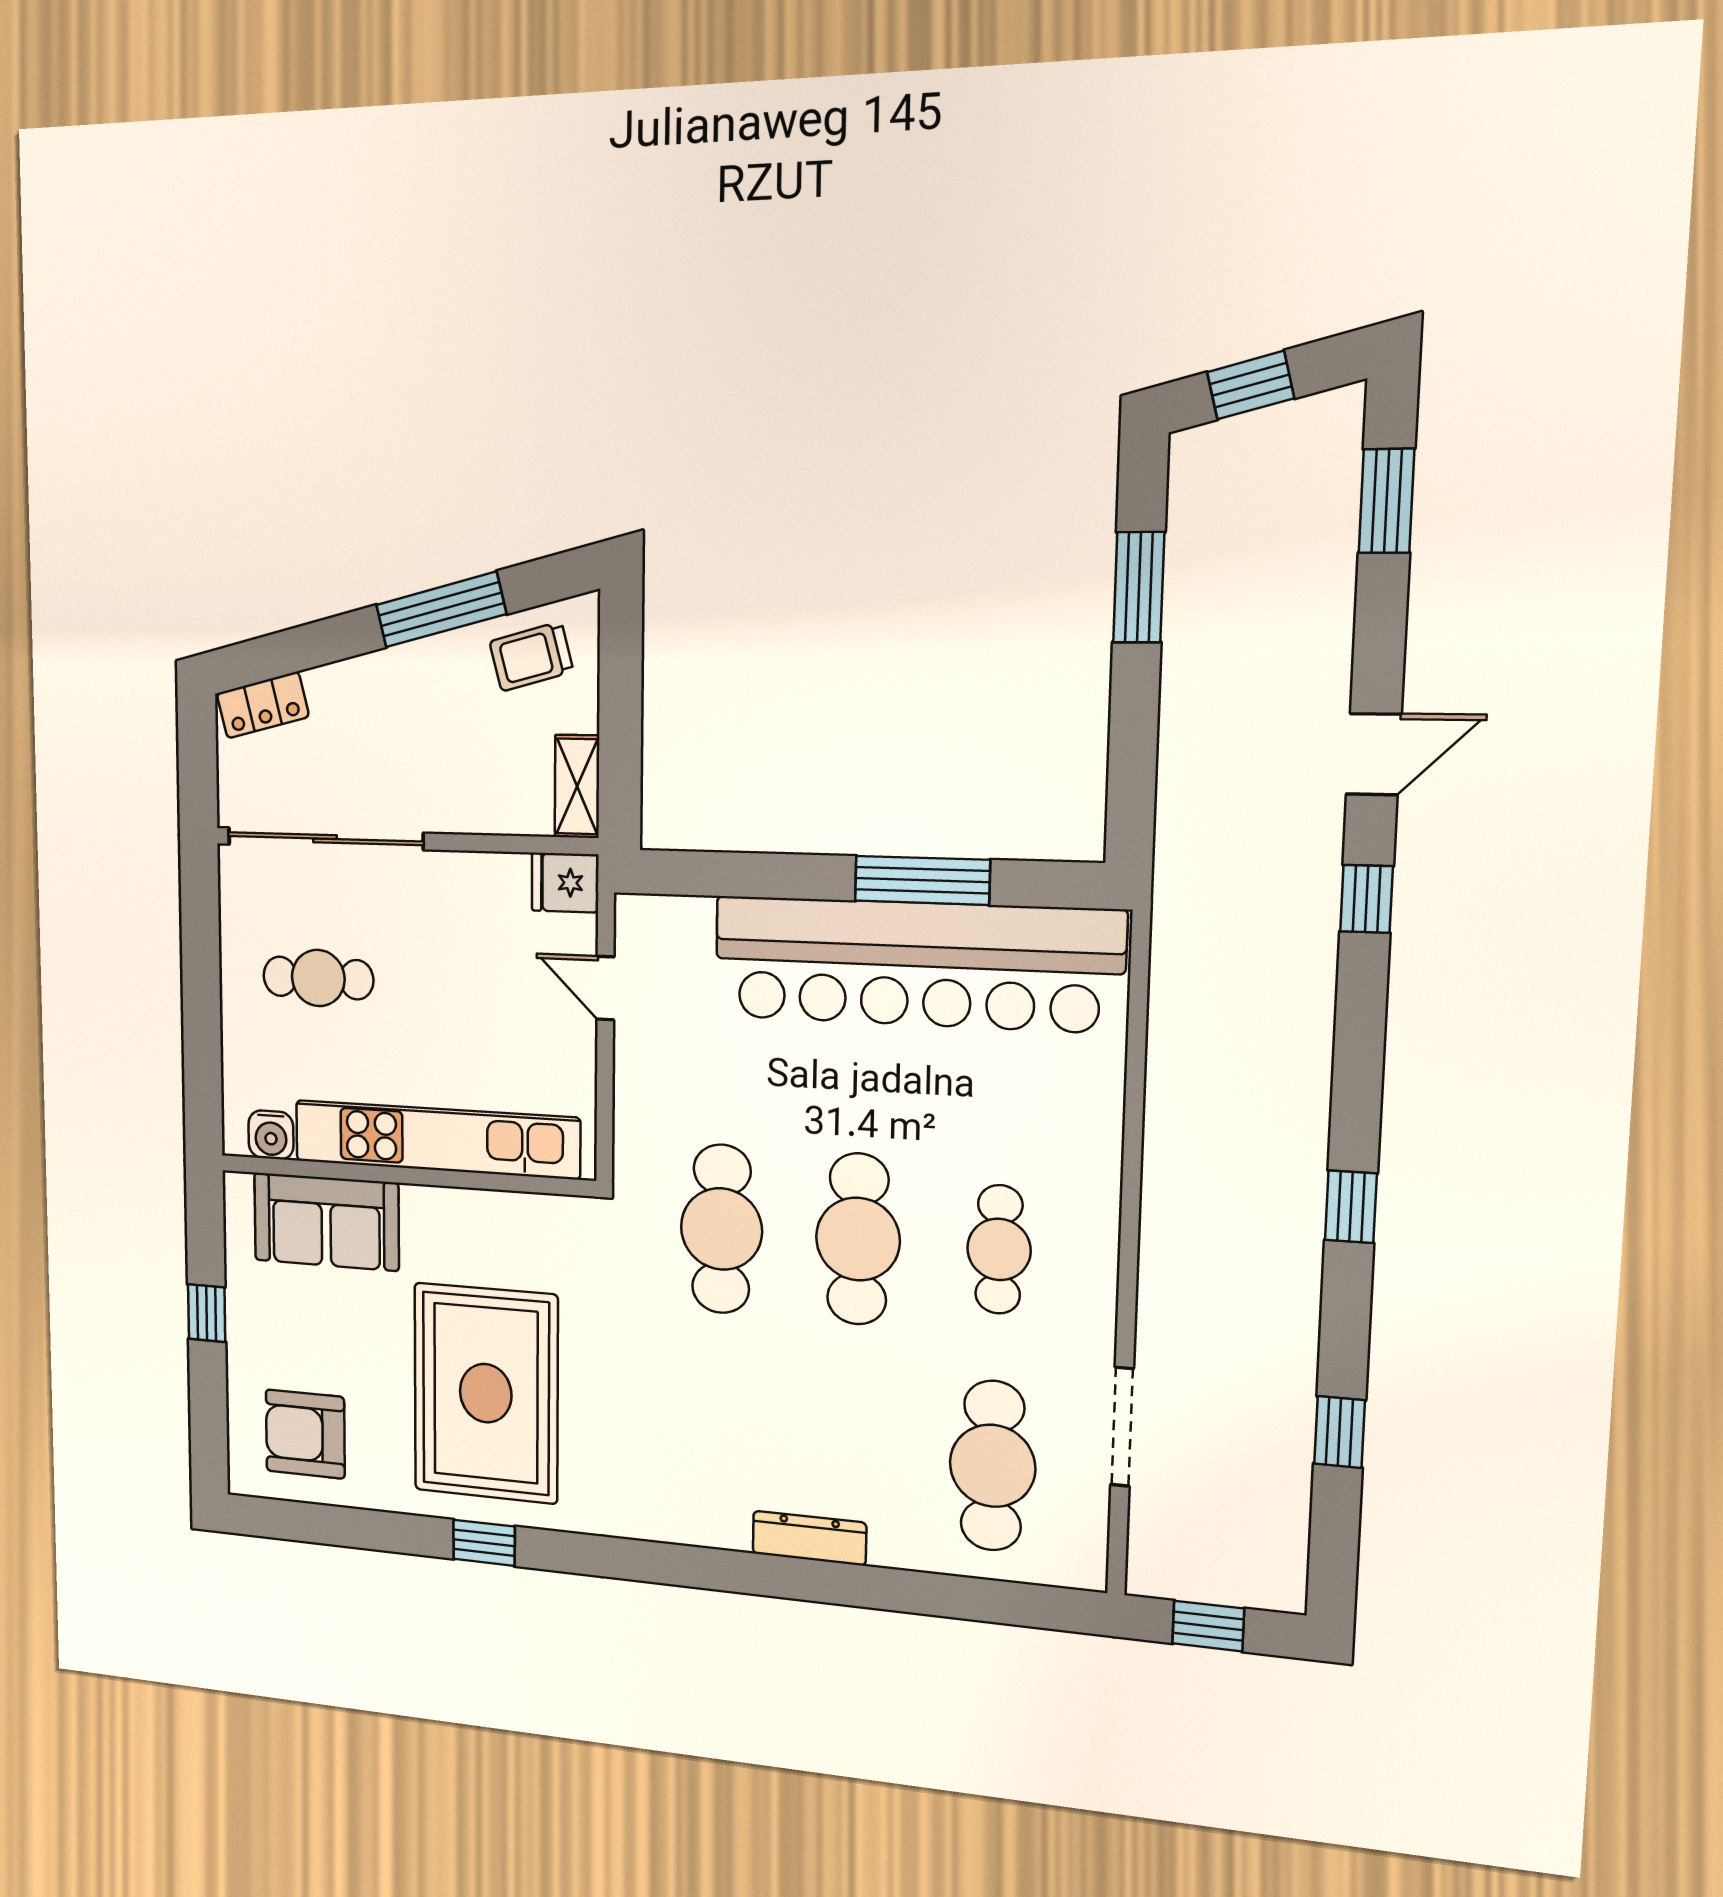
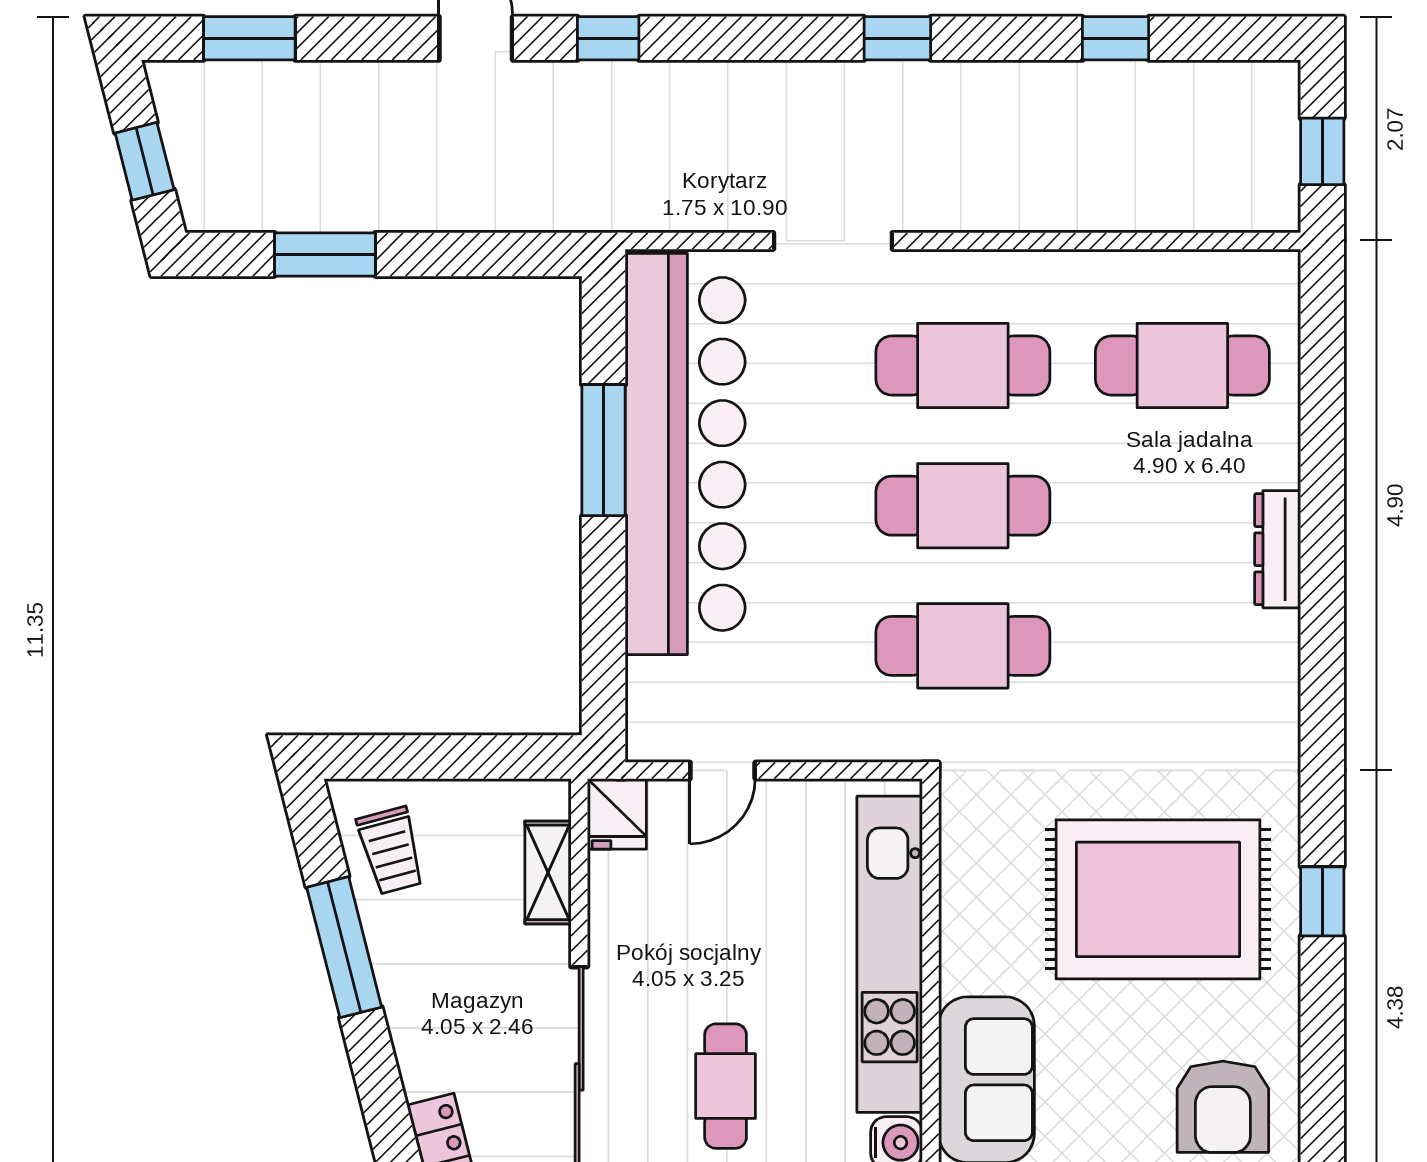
shelving: (577, 786) -> (548, 872), moved, turned 90
cafe table: (999, 1249) -> (963, 365), width x1.37, depth x1.35
doorway: (1122, 1427) -> (833, 241), moved

